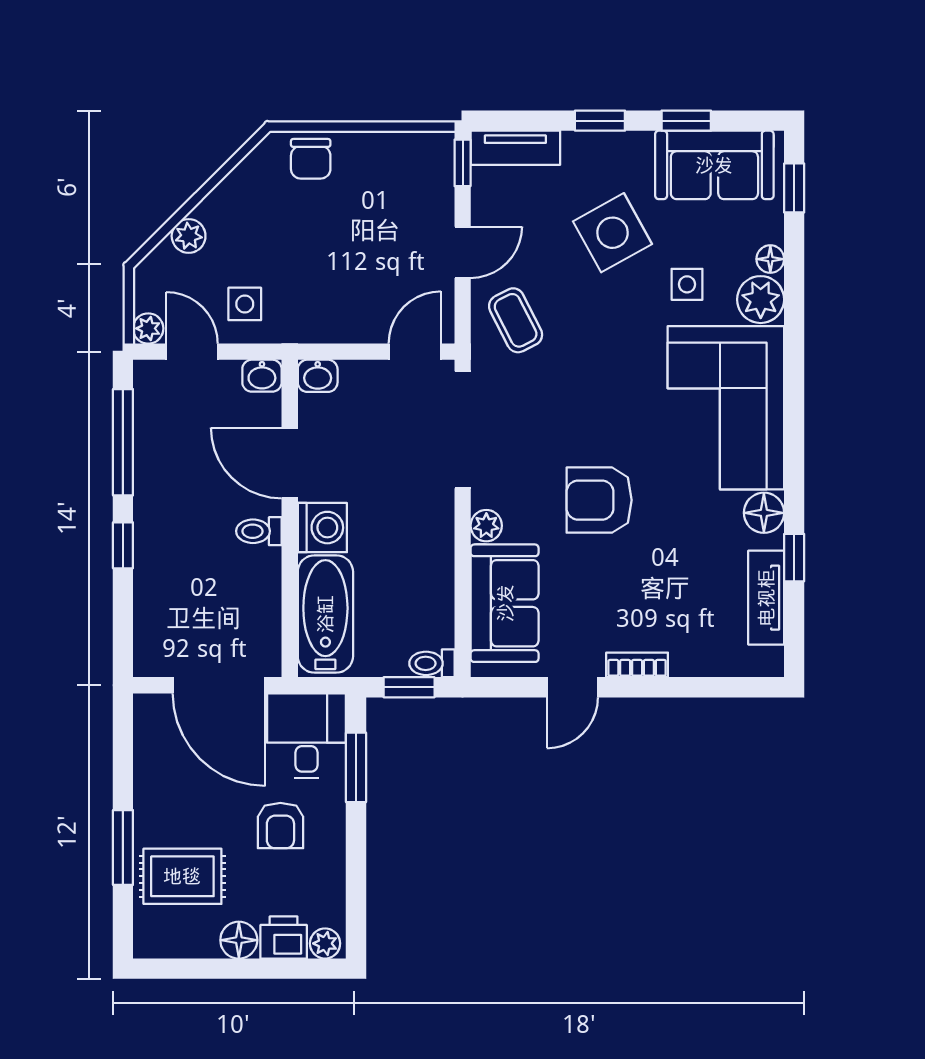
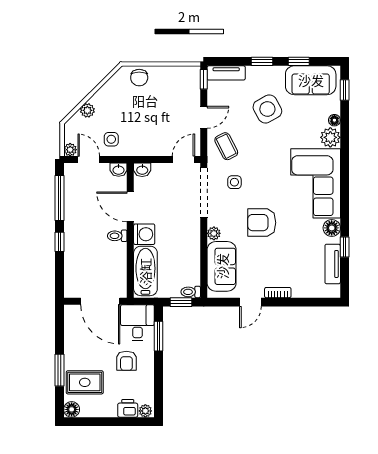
side table: (687, 284) -> (234, 182), moved
floor lamp: (239, 940) -> (72, 409), moved

